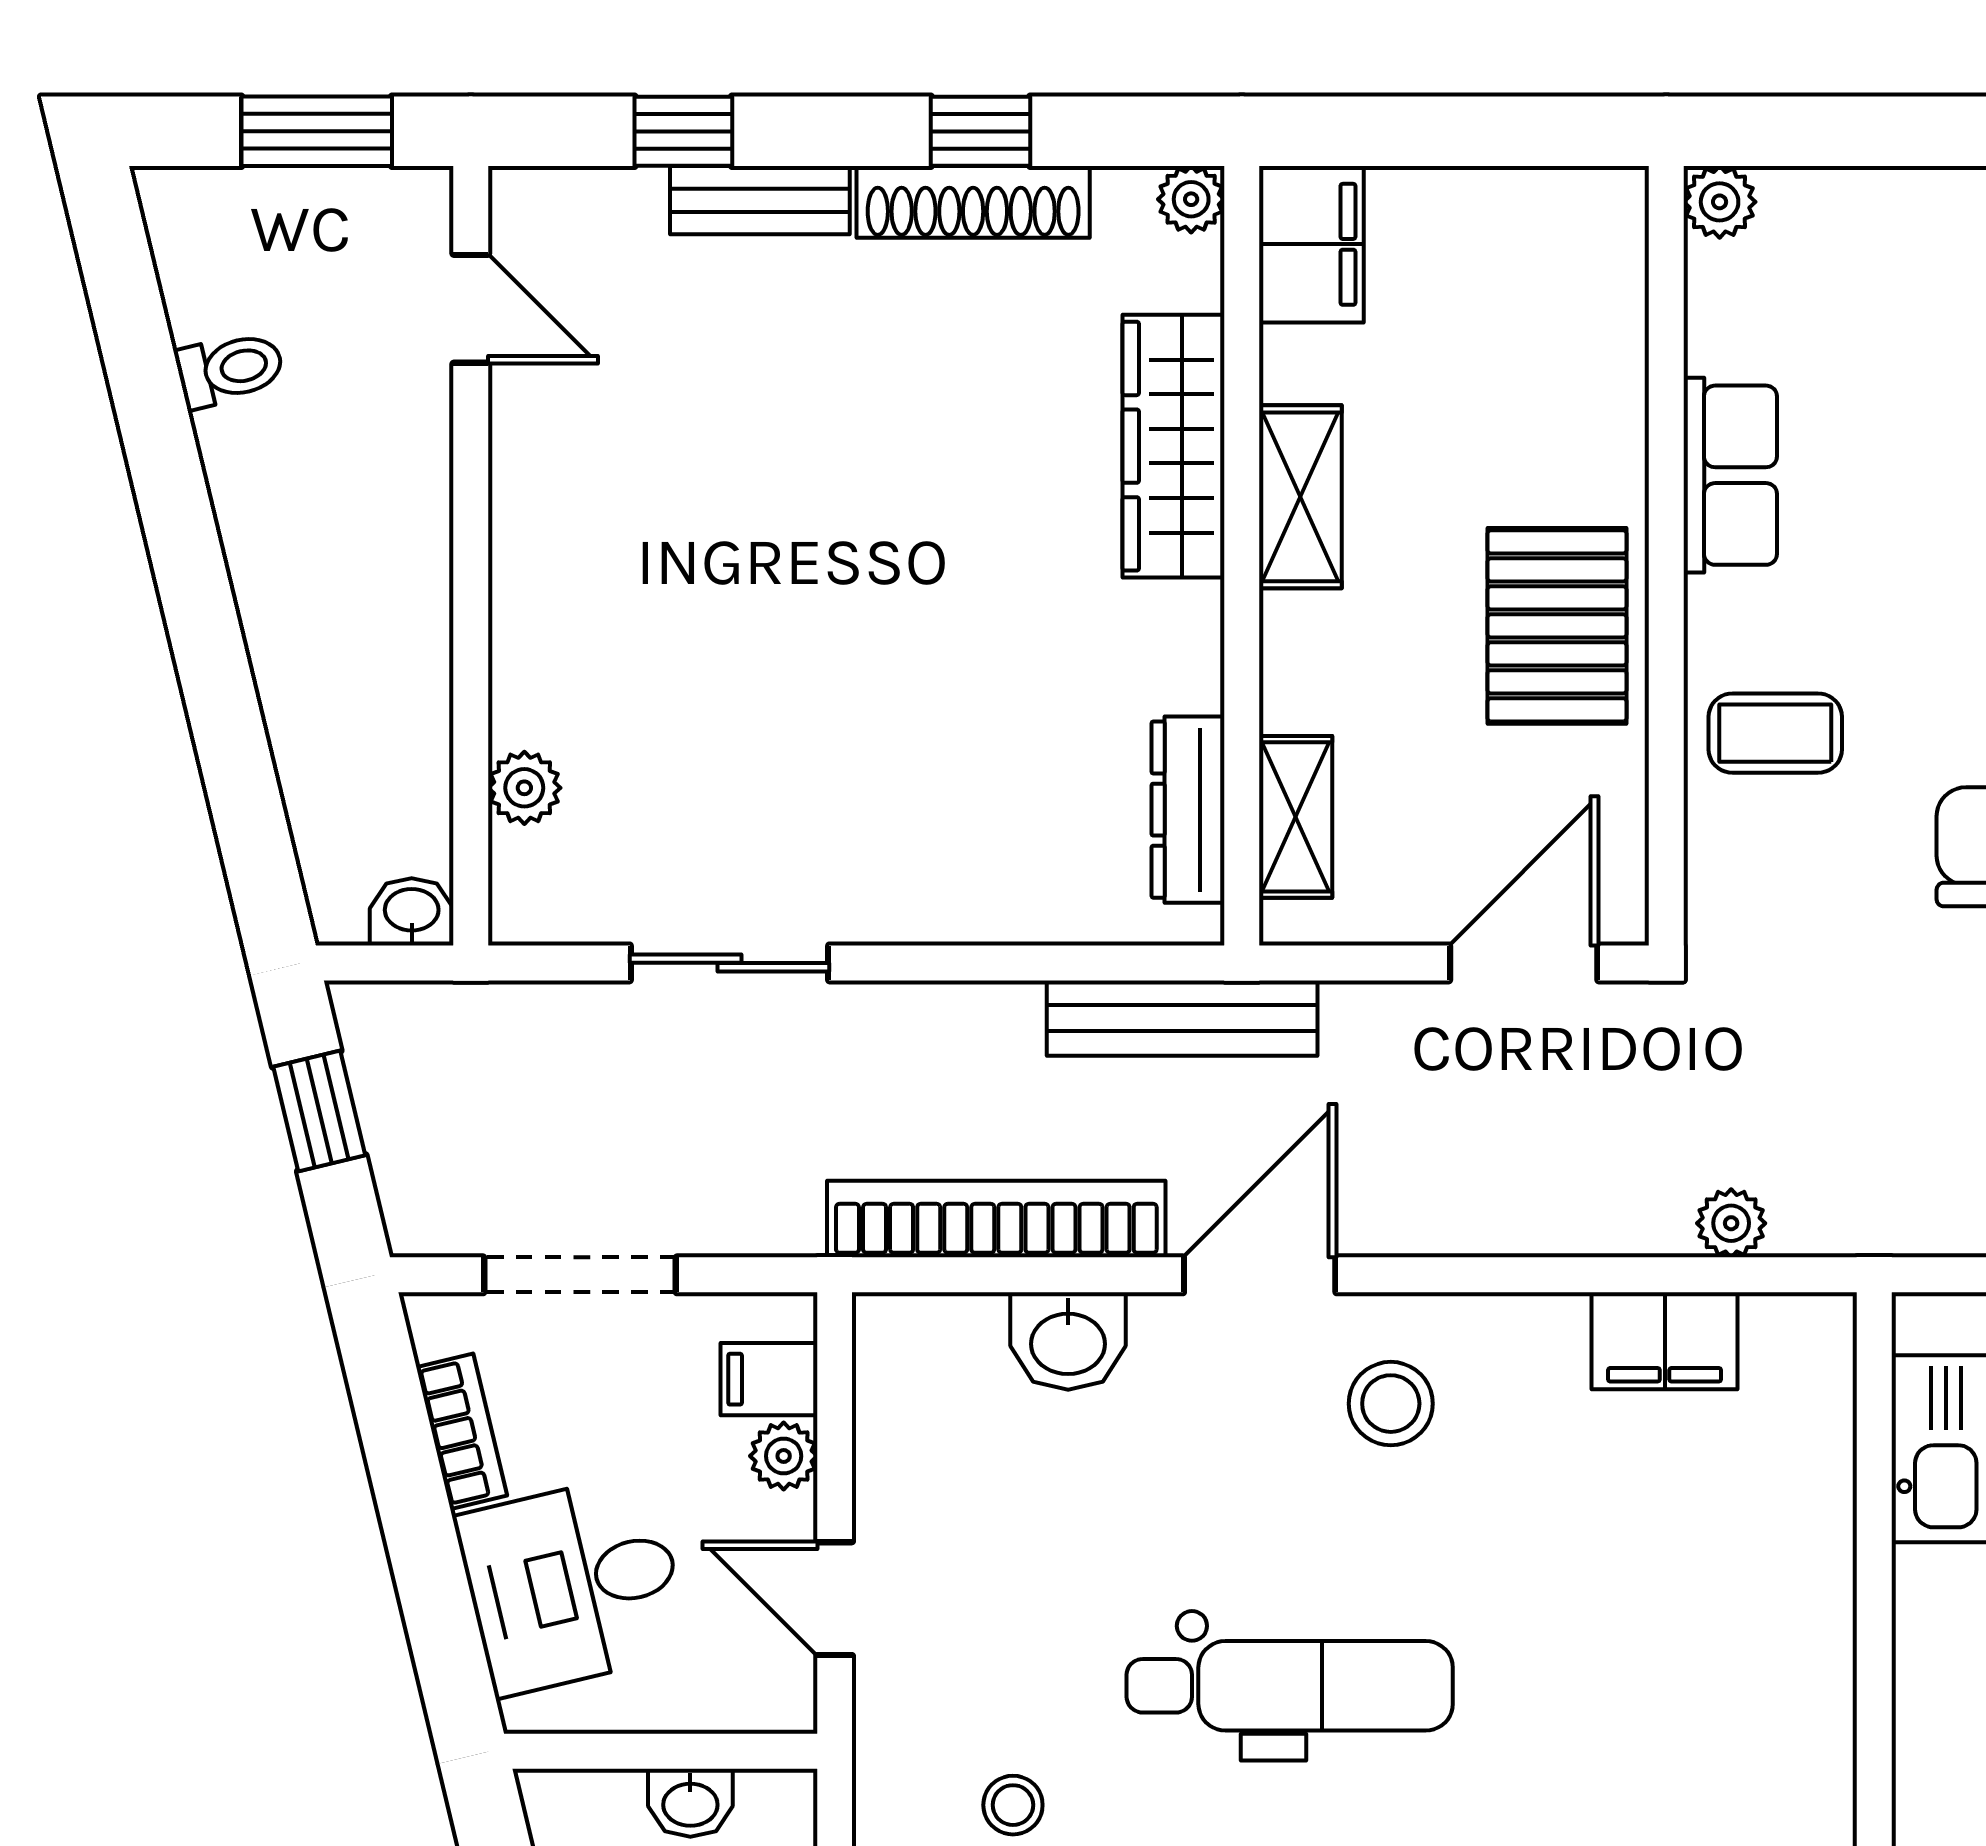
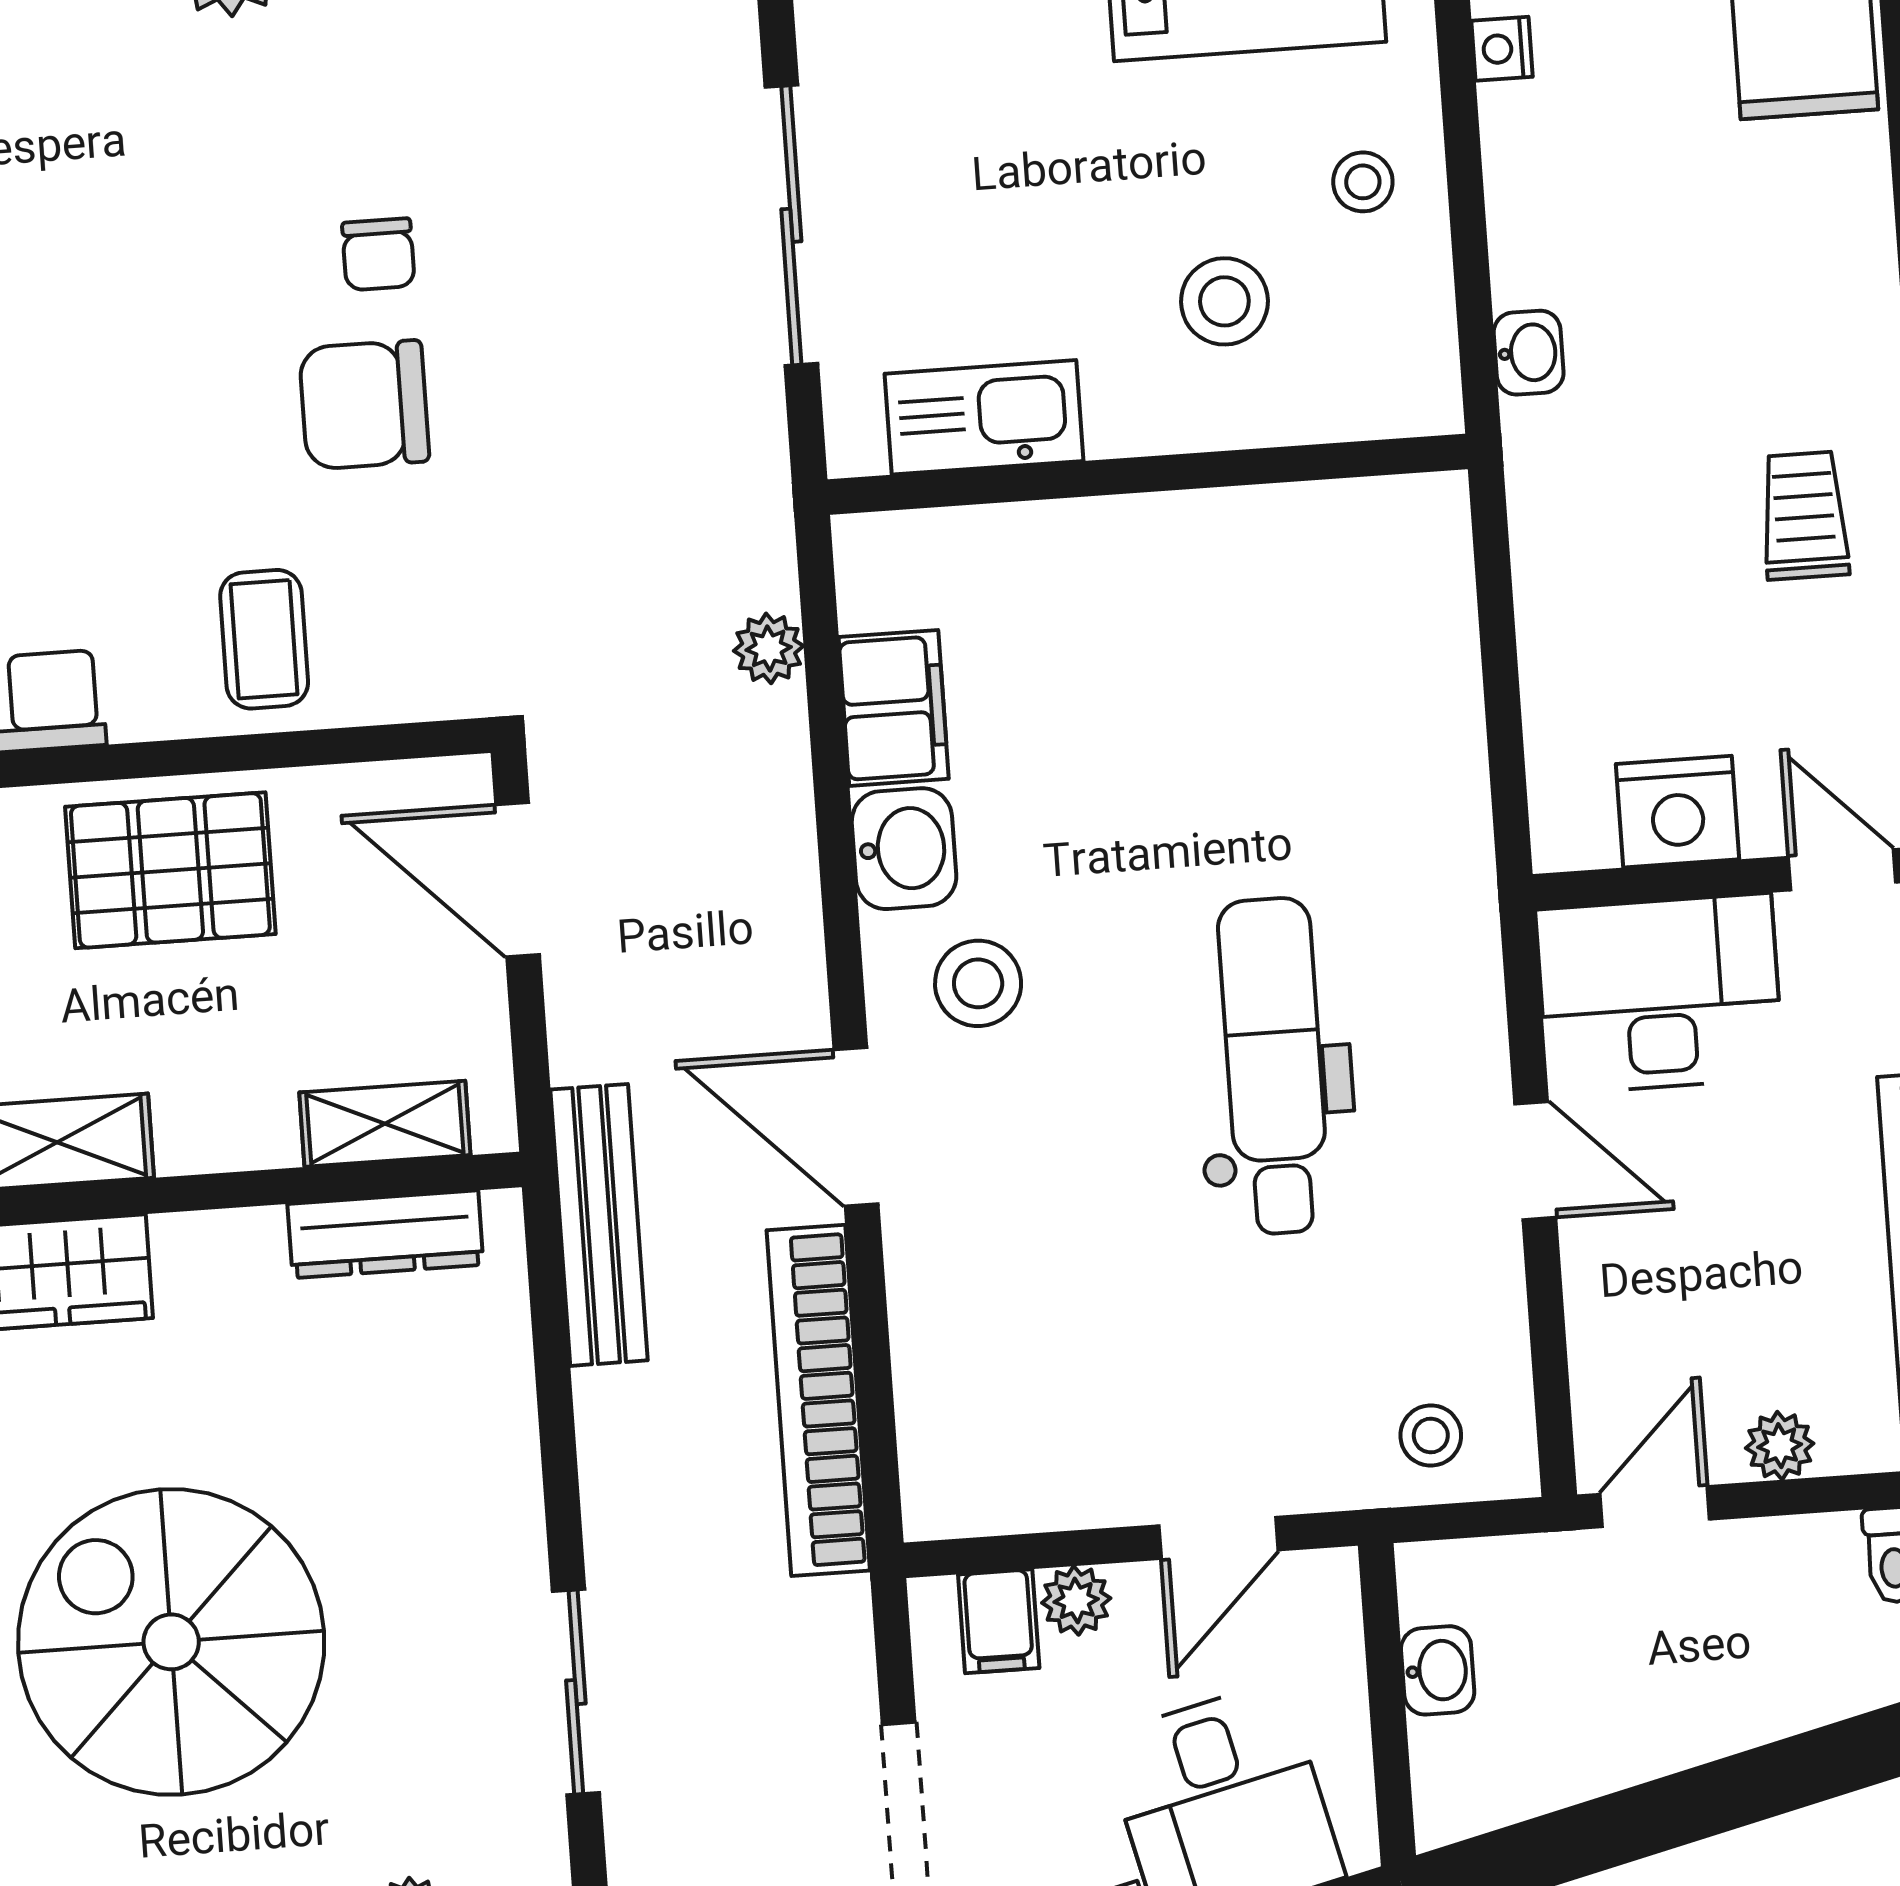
spiral stairs: (806, 573) -> (171, 1642), added
washbasin: (1068, 1341) -> (904, 849), moved
stool: (1013, 1805) -> (1431, 1436), moved

